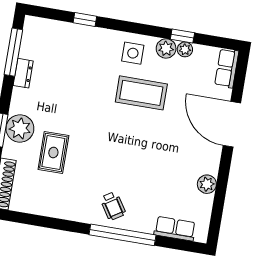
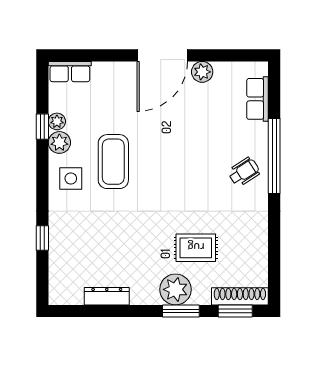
window: (13, 52) -> (92, 311), removed
dresser: (23, 73) -> (107, 296), width x1.44
door: (232, 124) -> (162, 55), moved

